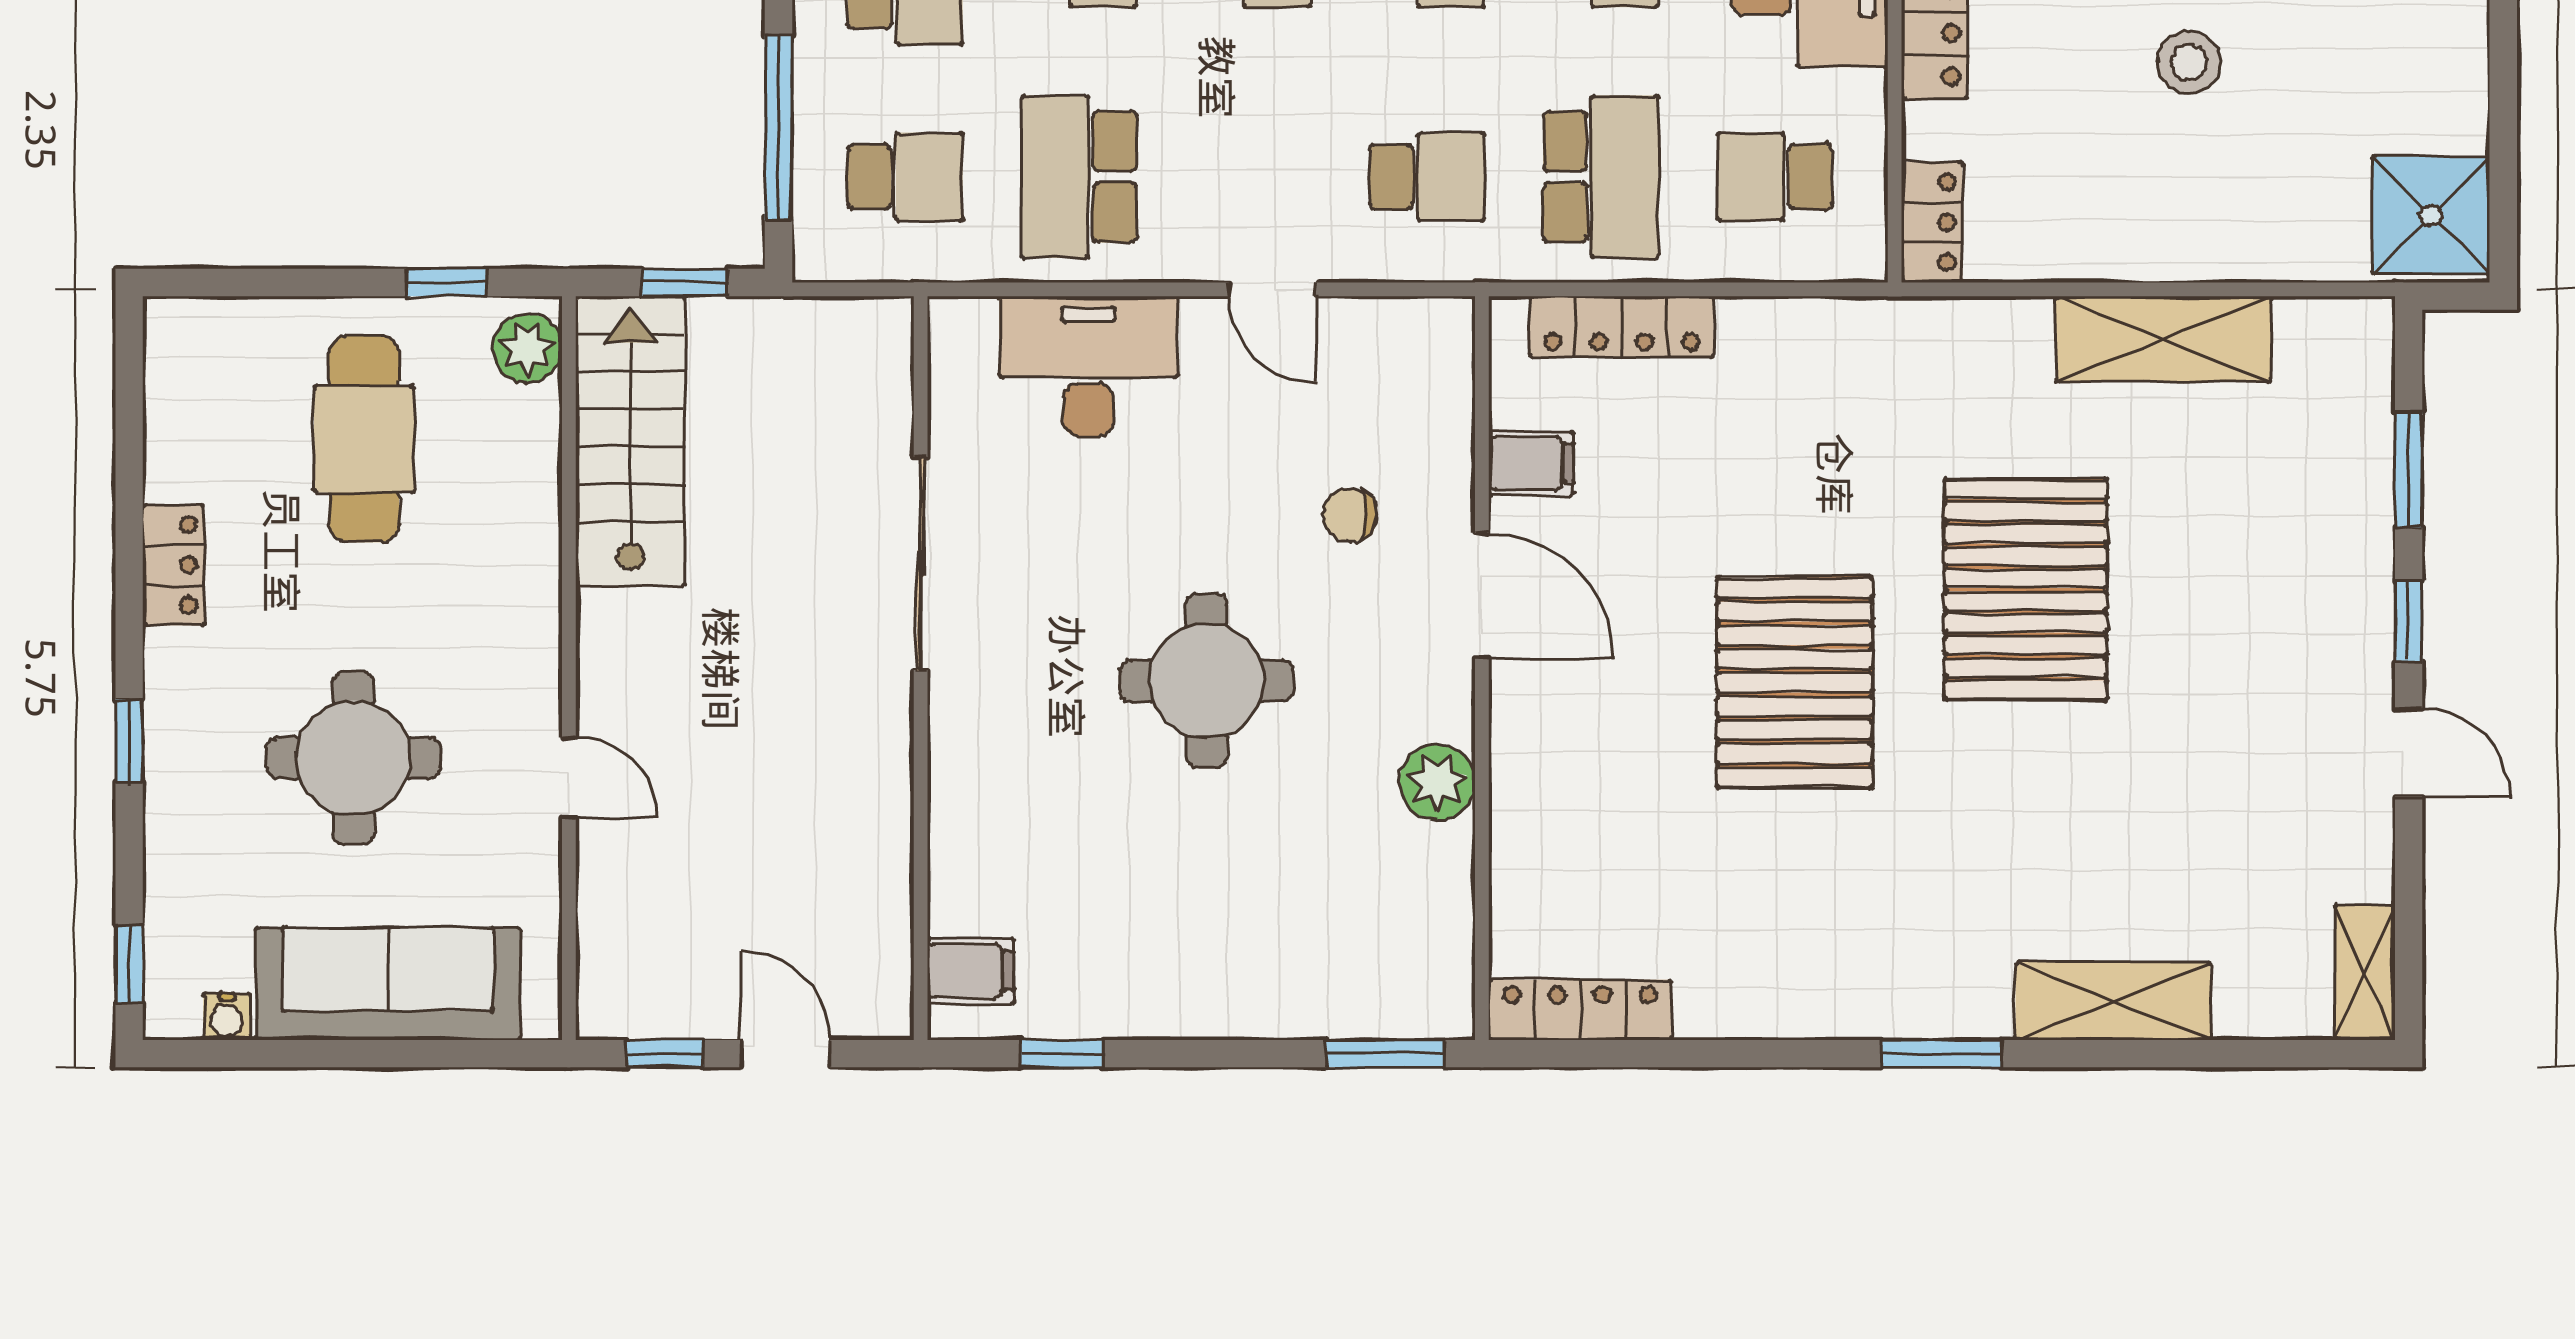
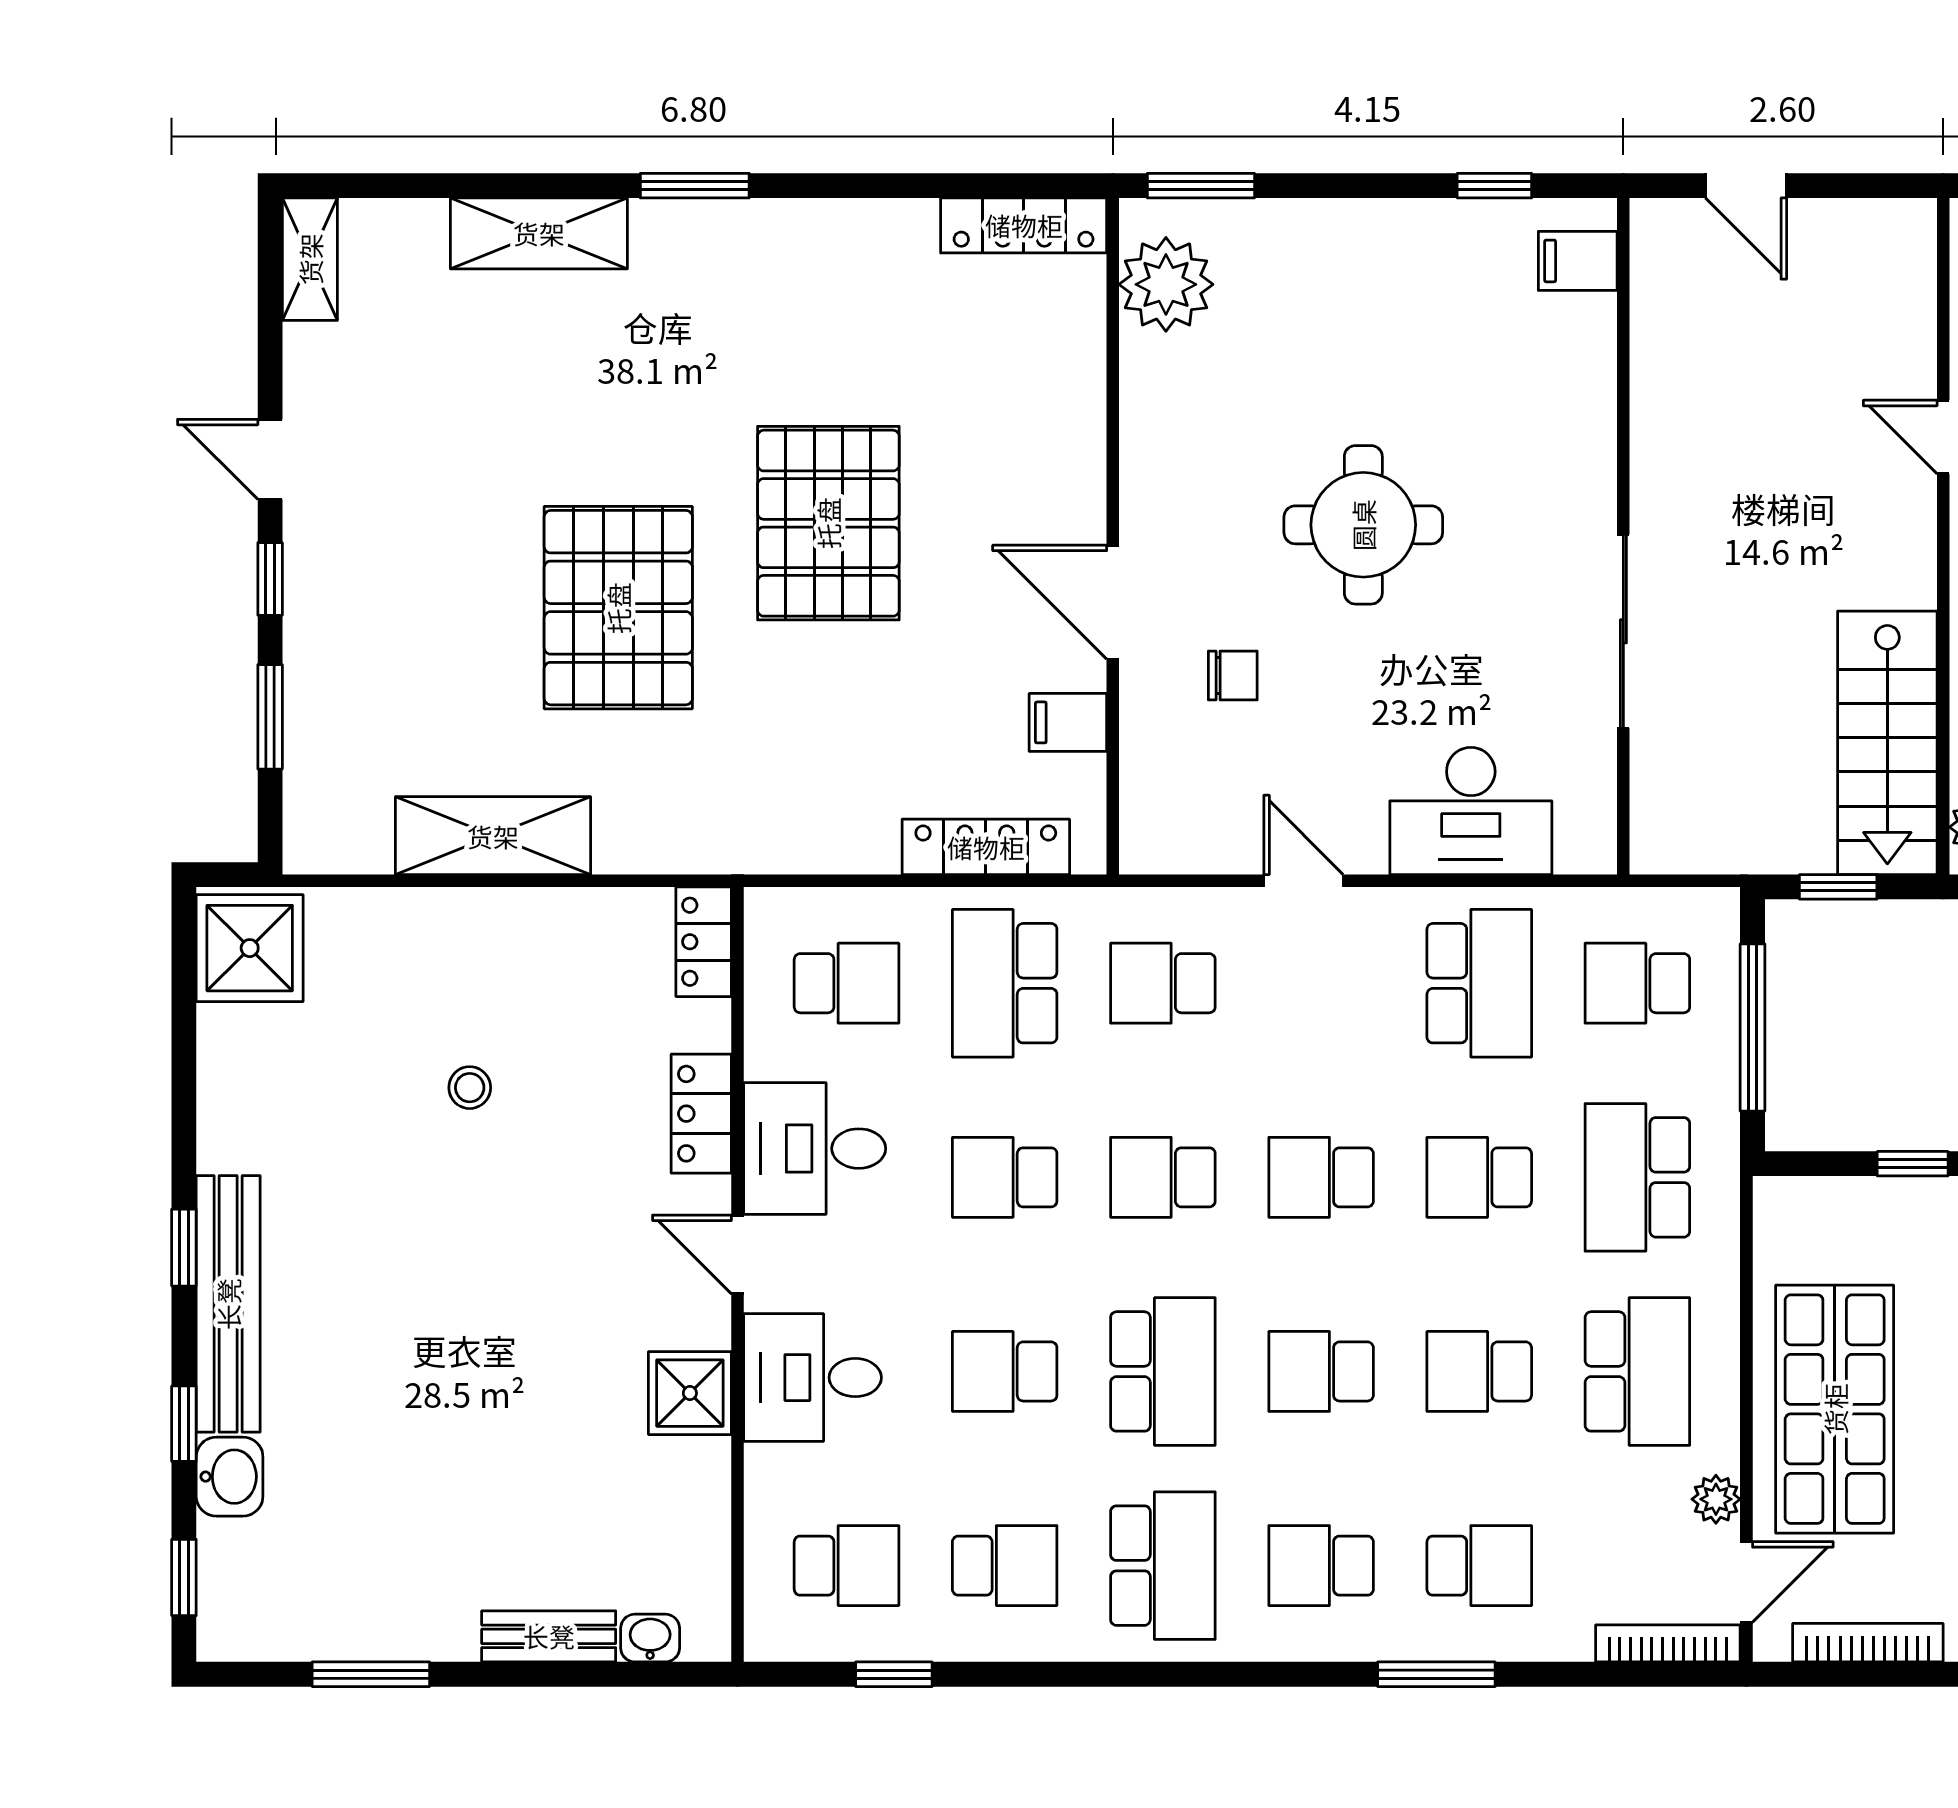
stool: (2189, 62) -> (470, 1088), width x0.73, depth x0.73
plant: (1437, 782) -> (1166, 284), moved, width x1.36, depth x1.36
window: (665, 1054) -> (1856, 186), removed

